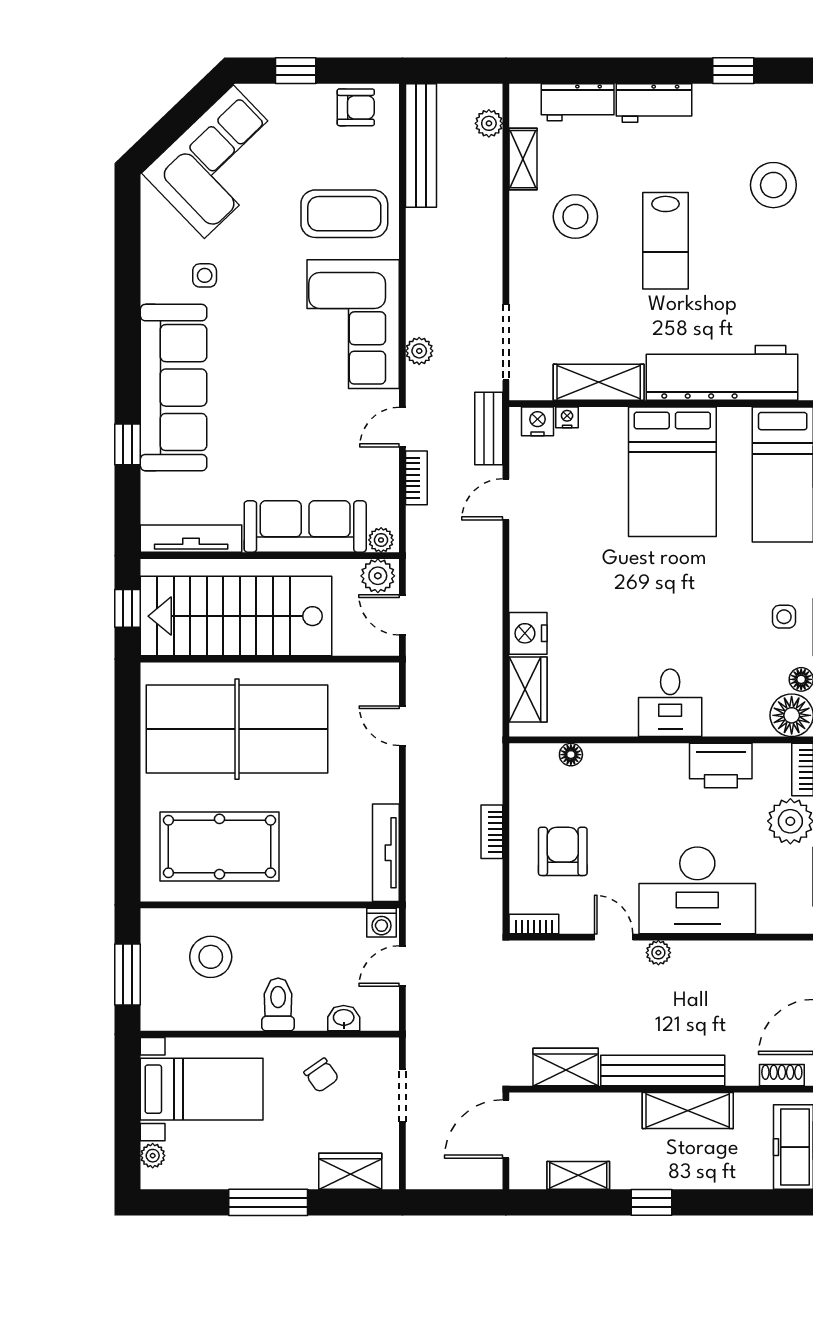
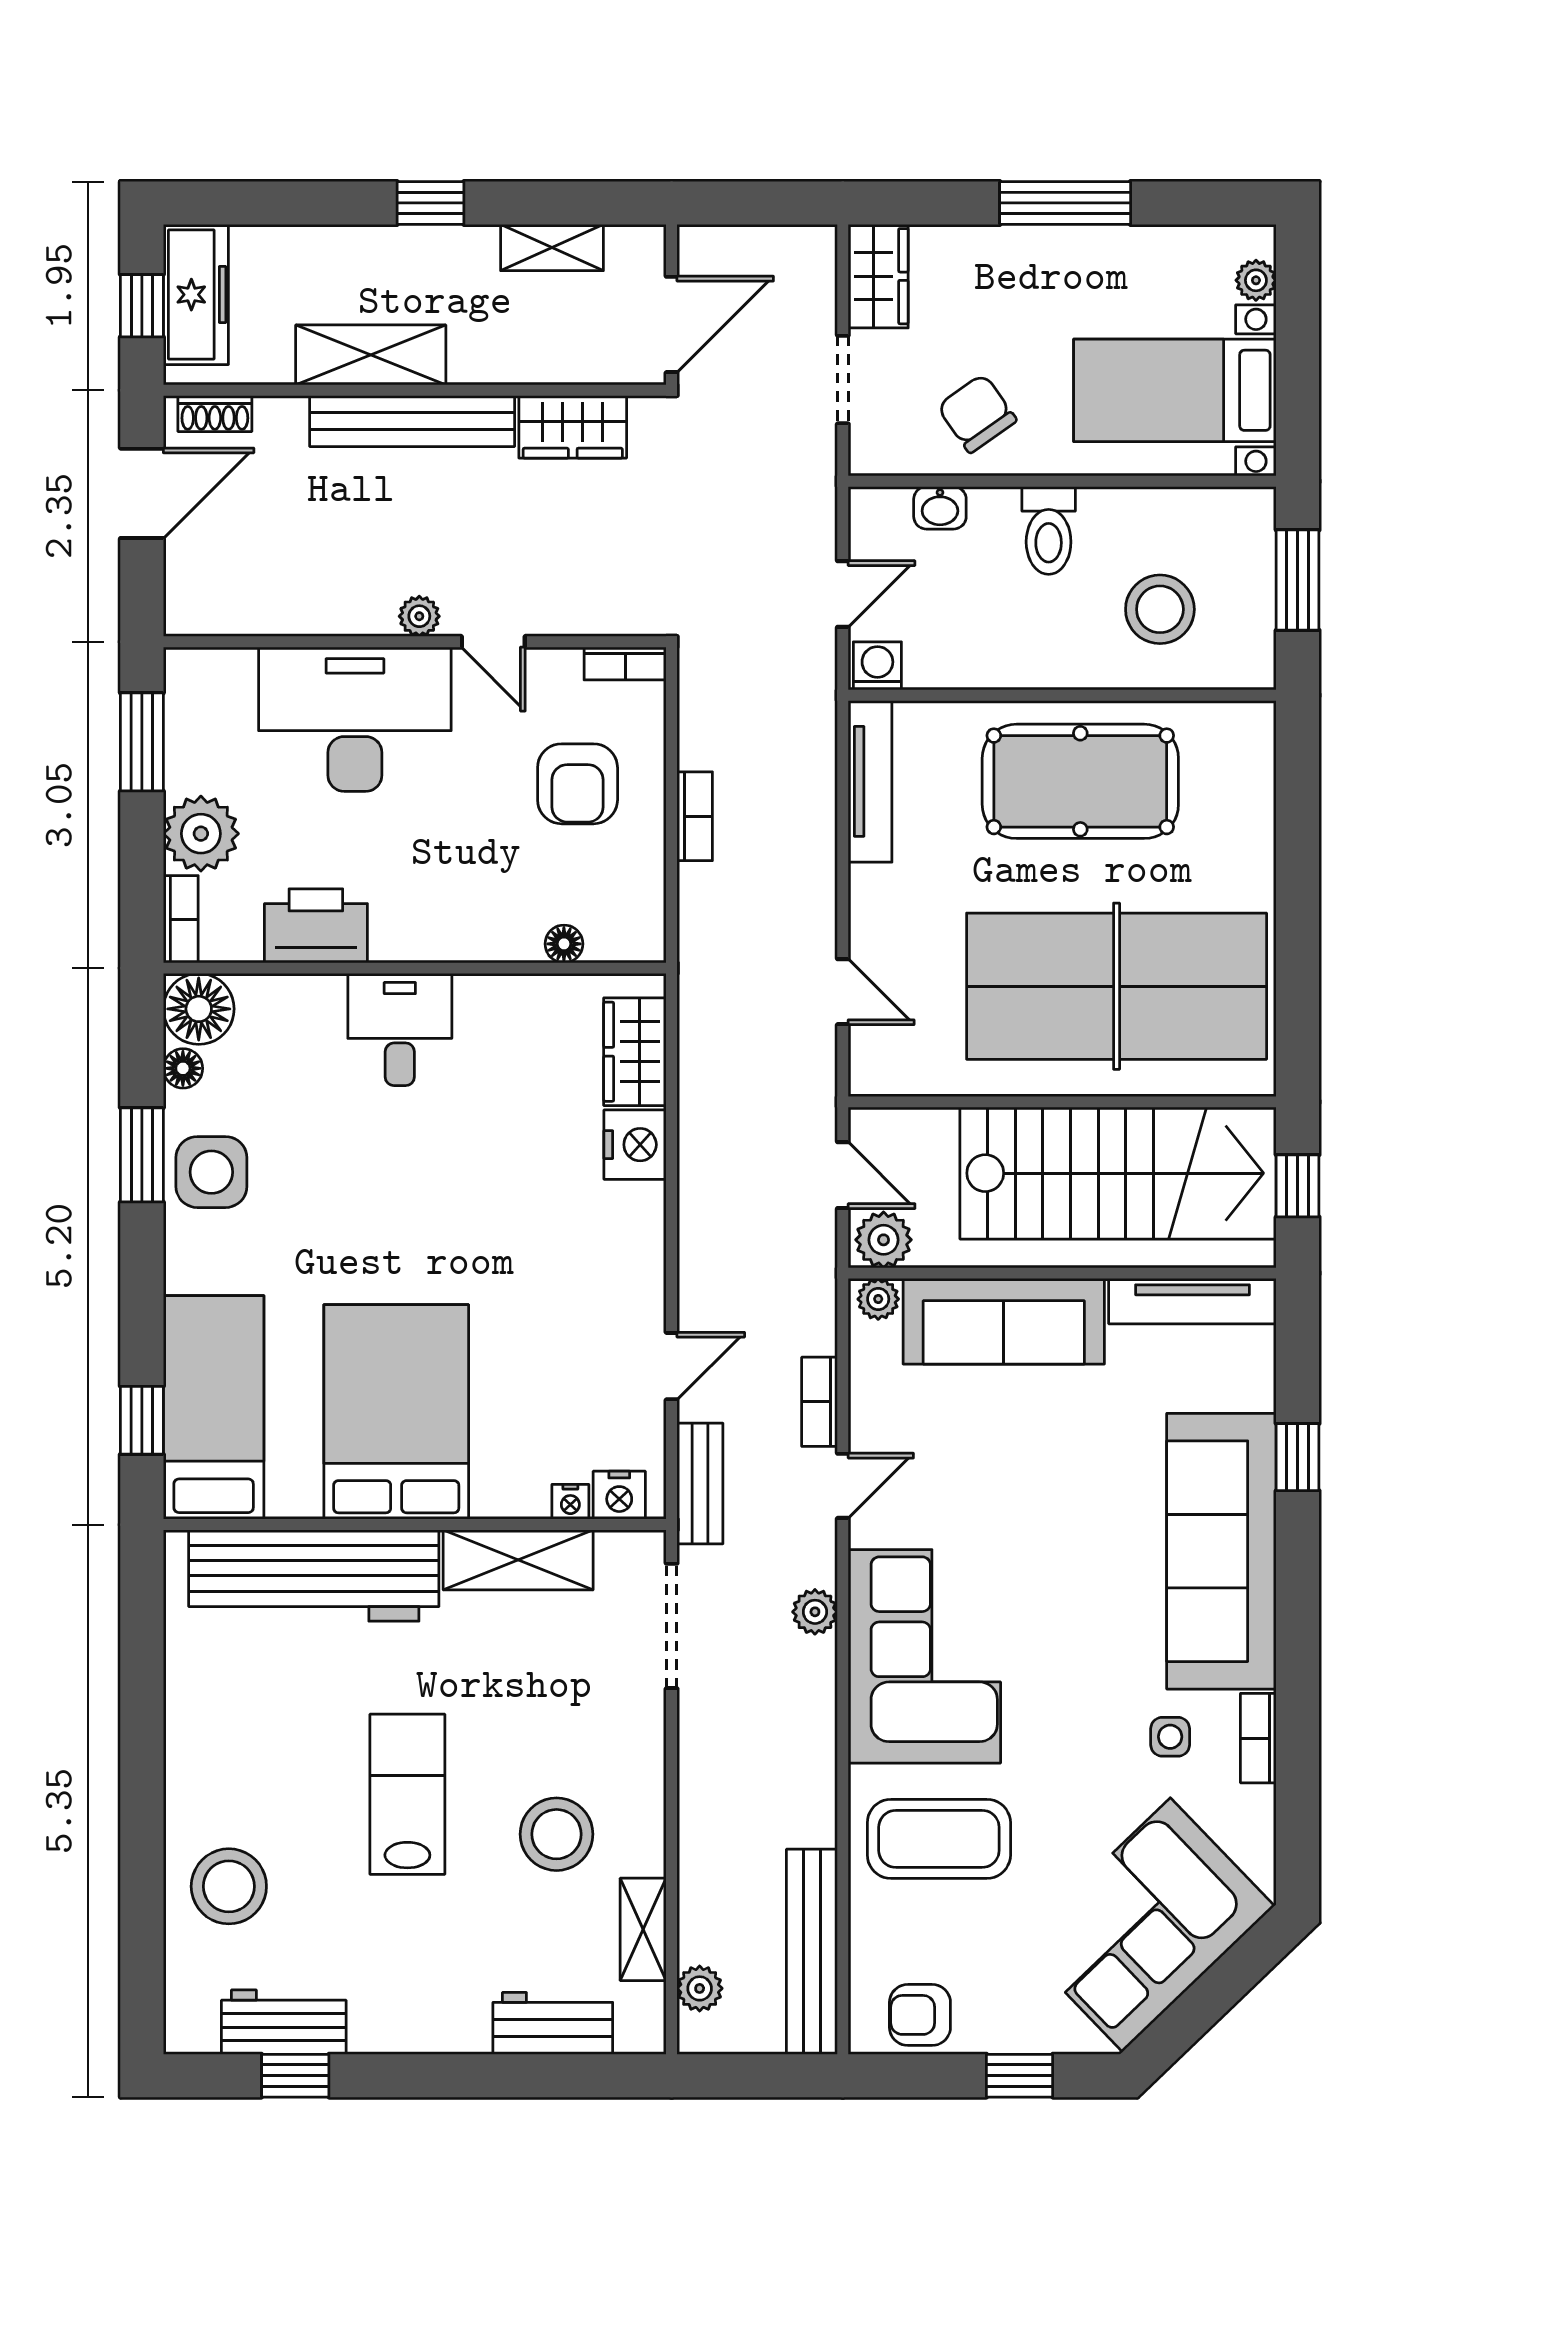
workbench: (654, 103) -> (284, 2022), moved
bookcase: (151, 275) -> (1258, 1738), added
side table: (784, 617) -> (211, 1172), width x1.87, depth x1.87
pool table: (219, 847) -> (1080, 781), moved
chair: (321, 1075) -> (977, 413), width x1.37, depth x1.37
wardrobe: (350, 1171) -> (878, 276), moved, turned -90

